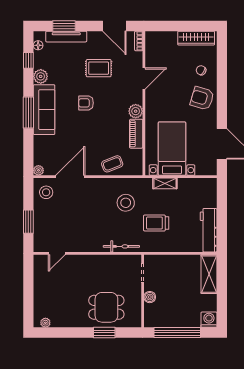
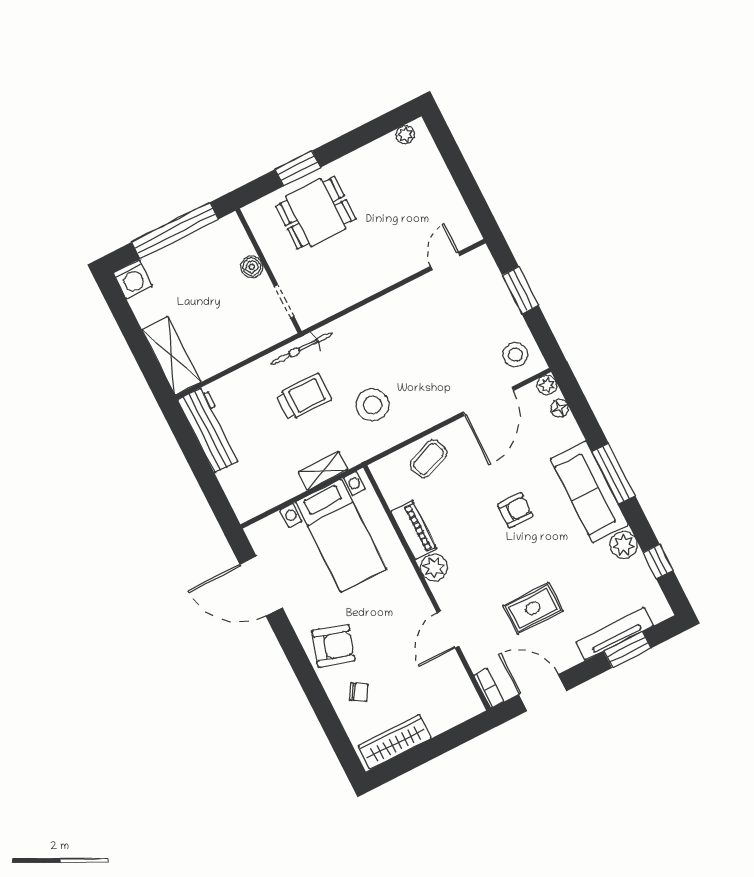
floor lamp: (38, 45) -> (560, 408), moved
armchair: (86, 103) -> (515, 510), moved
bicycle: (121, 246) -> (302, 349), moved

